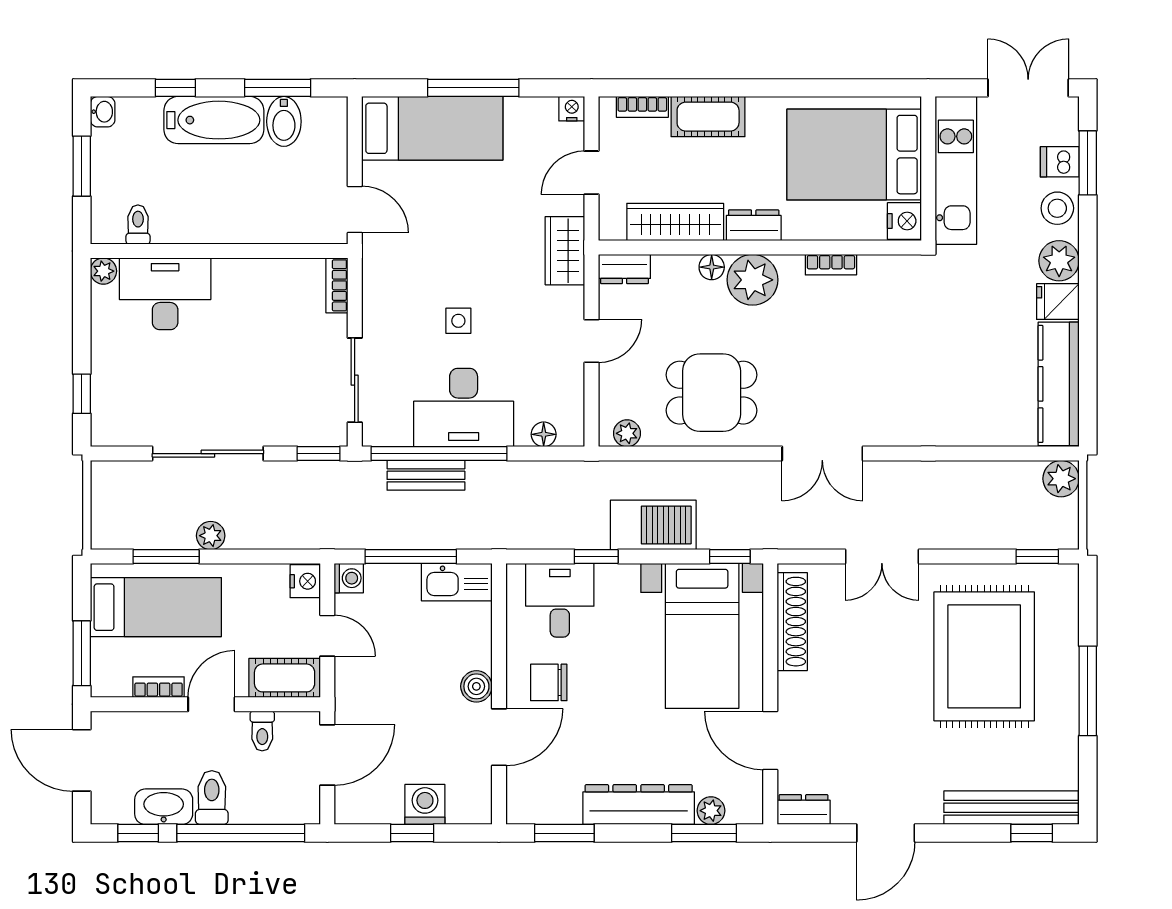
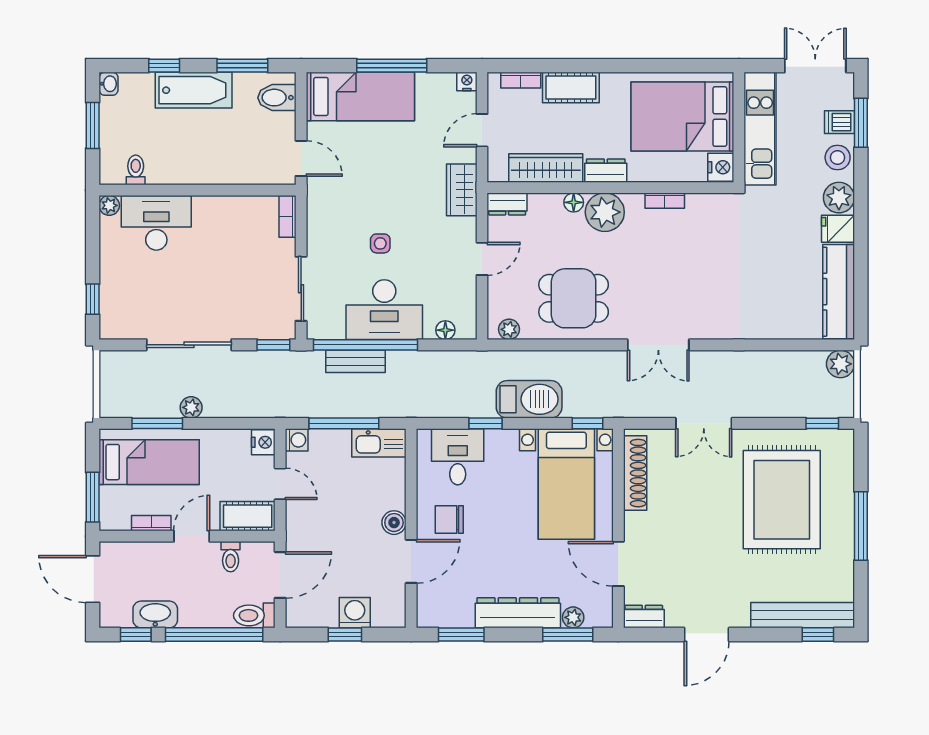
bidet: (284, 121) -> (277, 98), moved, turned 90
toilet: (212, 797) -> (254, 615), moved, turned -90

